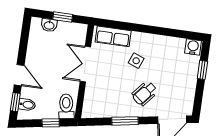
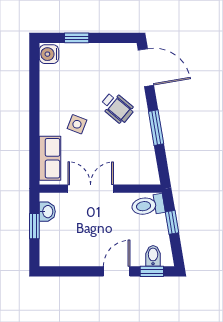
washbasin: (49, 25) -> (47, 212), moved
double door: (85, 64) -> (91, 189), swing flipped

